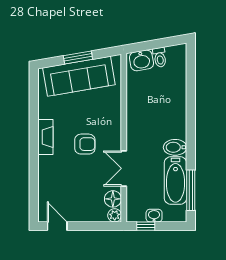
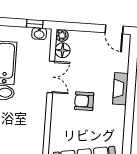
fireplace: (45, 137) -> (120, 89), moved
washbasin: (154, 216) -> (39, 34), moved

